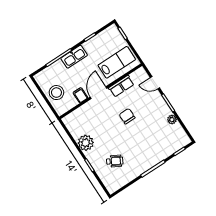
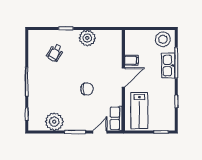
kitchen sink: (74, 57) -> (168, 66), moved
row of seats: (121, 86) -> (116, 118), moved
stool: (56, 93) -> (163, 39), moved
door: (99, 93) -> (123, 78), hinge flipped
plant: (172, 120) -> (54, 122), width x1.88, depth x1.88

